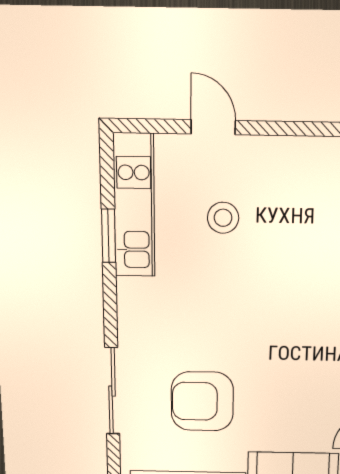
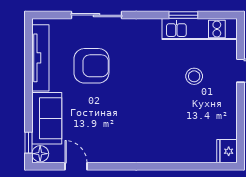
armchair: (202, 401) -> (91, 66), turned 90

